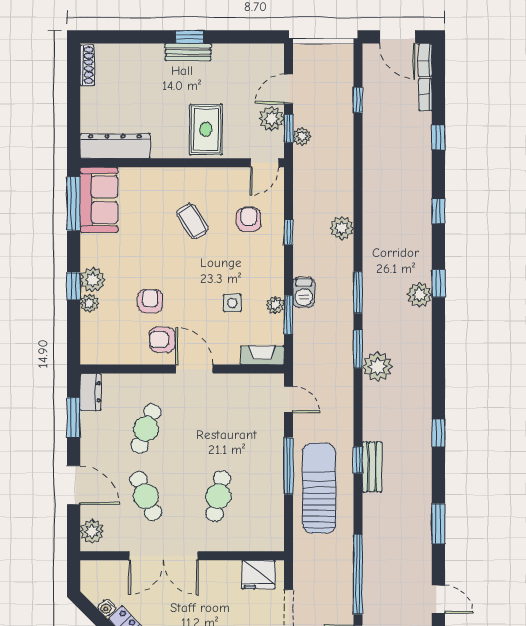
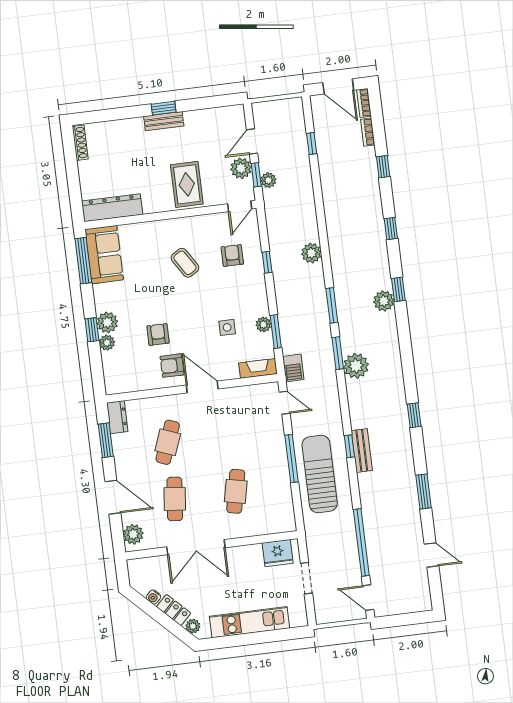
barbecue: (304, 292) -> (293, 368), moved
cafe table: (146, 496) -> (175, 499), turned 30

